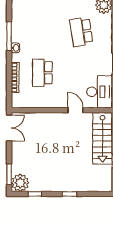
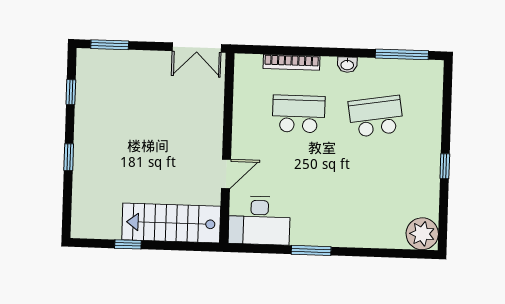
school desk: (81, 32) -> (376, 116), moved
window: (9, 36) -> (402, 54), moved
plant: (20, 183) -> (93, 65), removed

